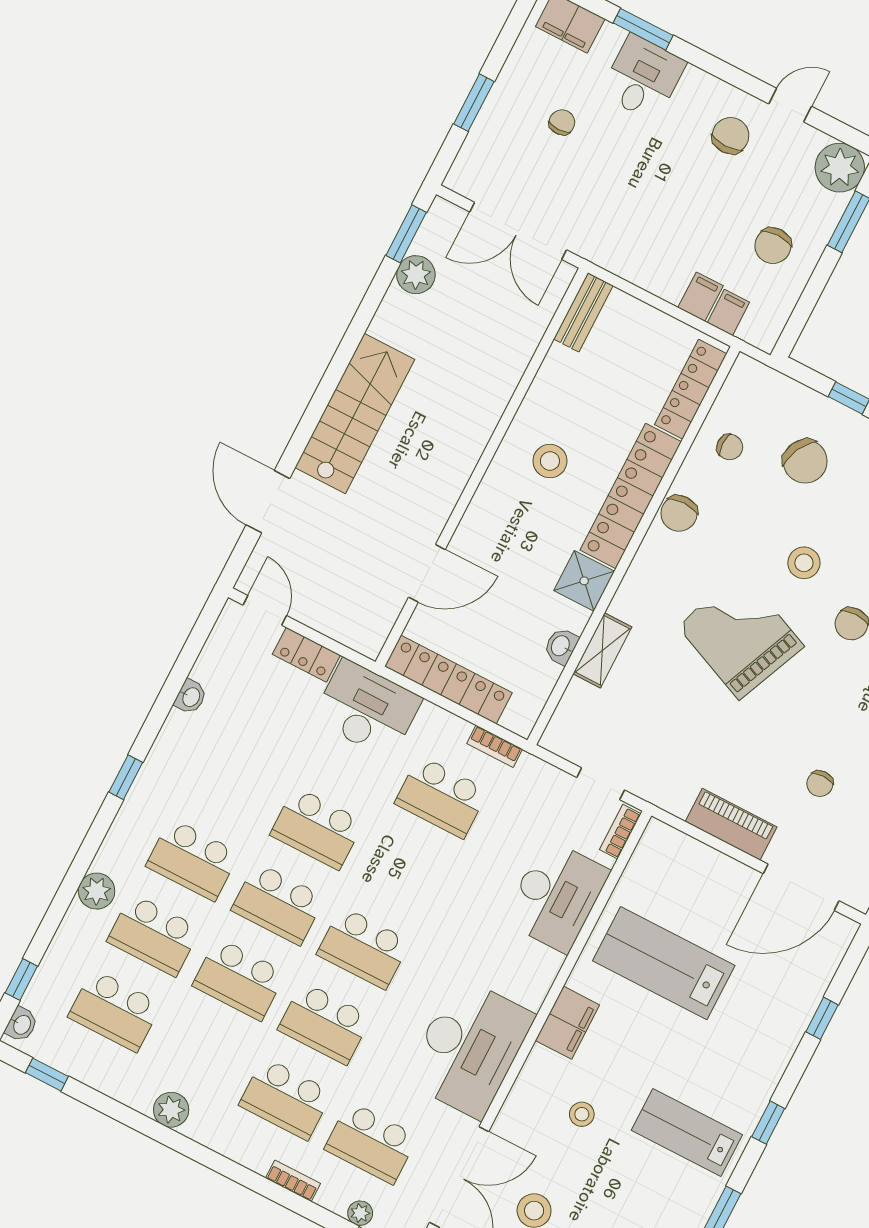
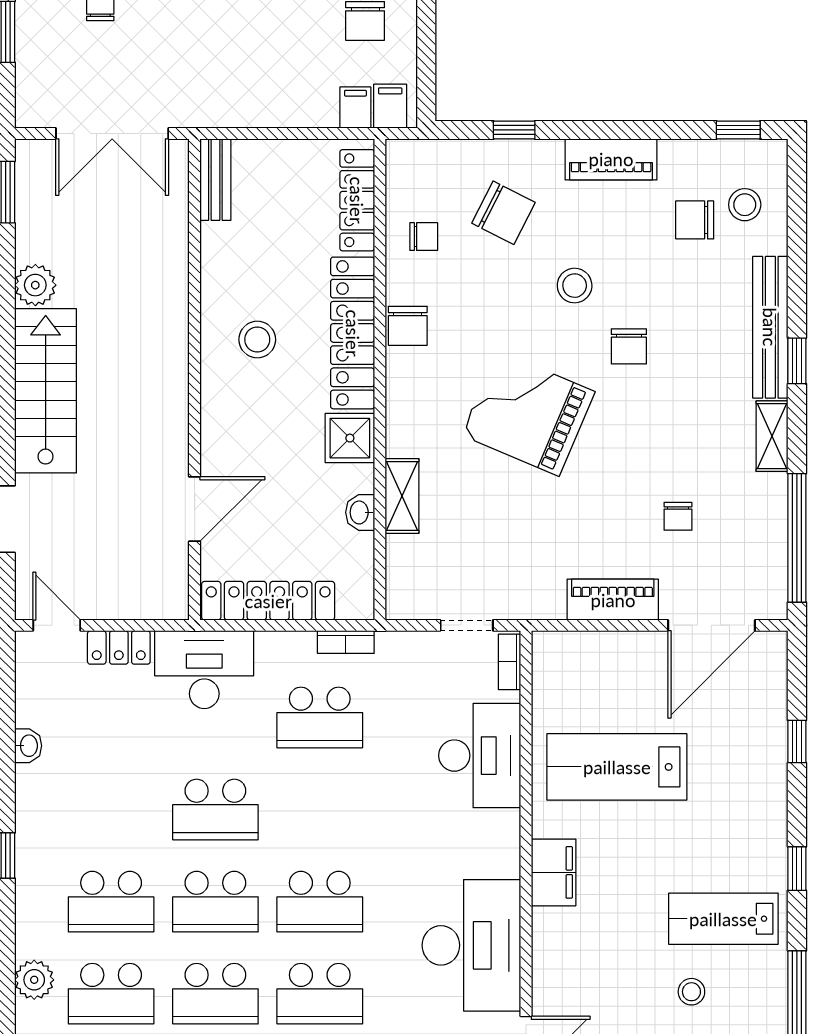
plant: (416, 275) -> (35, 285), moved
filing cabinet: (700, 297) -> (390, 106), moved
stool: (804, 563) -> (575, 286), moved
stool: (582, 1114) -> (691, 992), moved

